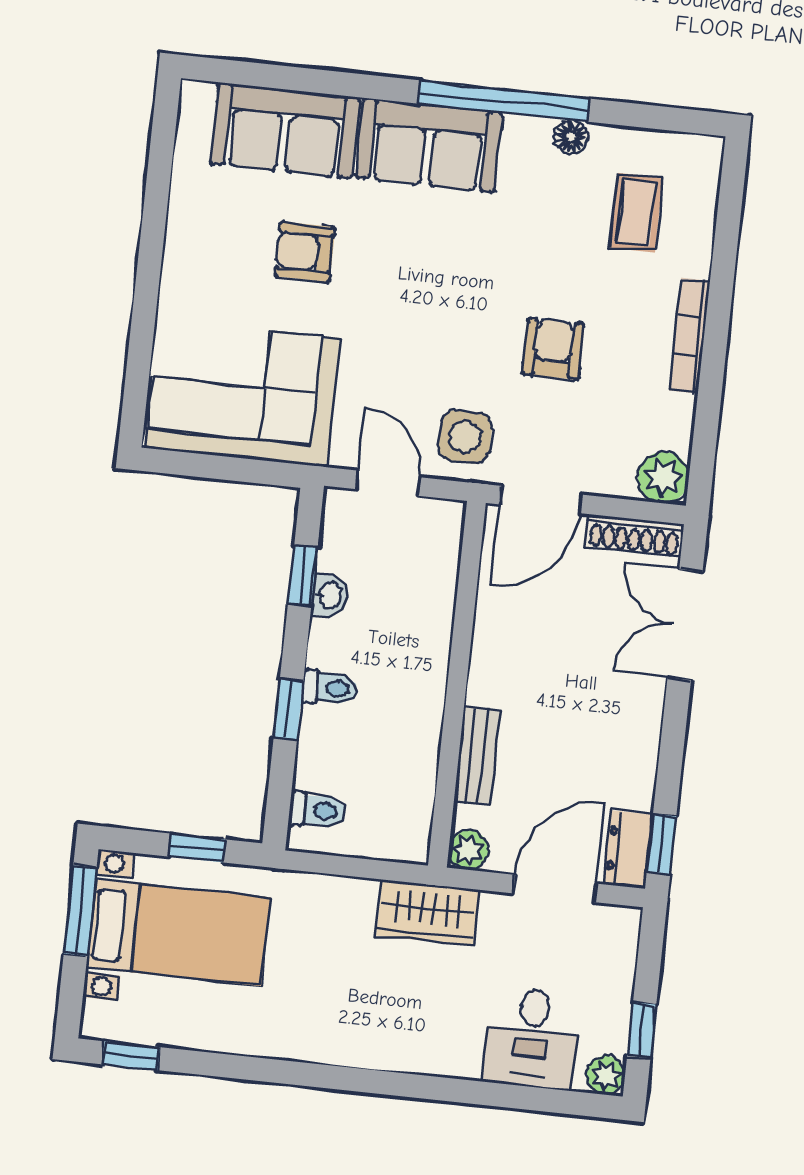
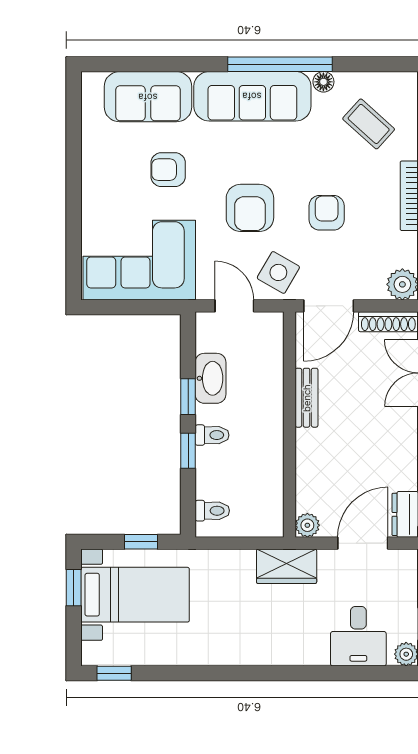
sofa: (429, 145) -> (252, 96), width x1.36
coffee table: (637, 213) -> (369, 124), turned -48
armchair: (430, 328) -> (250, 208), added
side table: (465, 437) -> (278, 272), turned 30
window: (303, 575) -> (188, 397), moved
washbasin: (330, 595) -> (210, 378), width x1.91, depth x1.45
bench: (477, 756) -> (307, 398), moved
window: (80, 911) -> (74, 588), width x0.67

